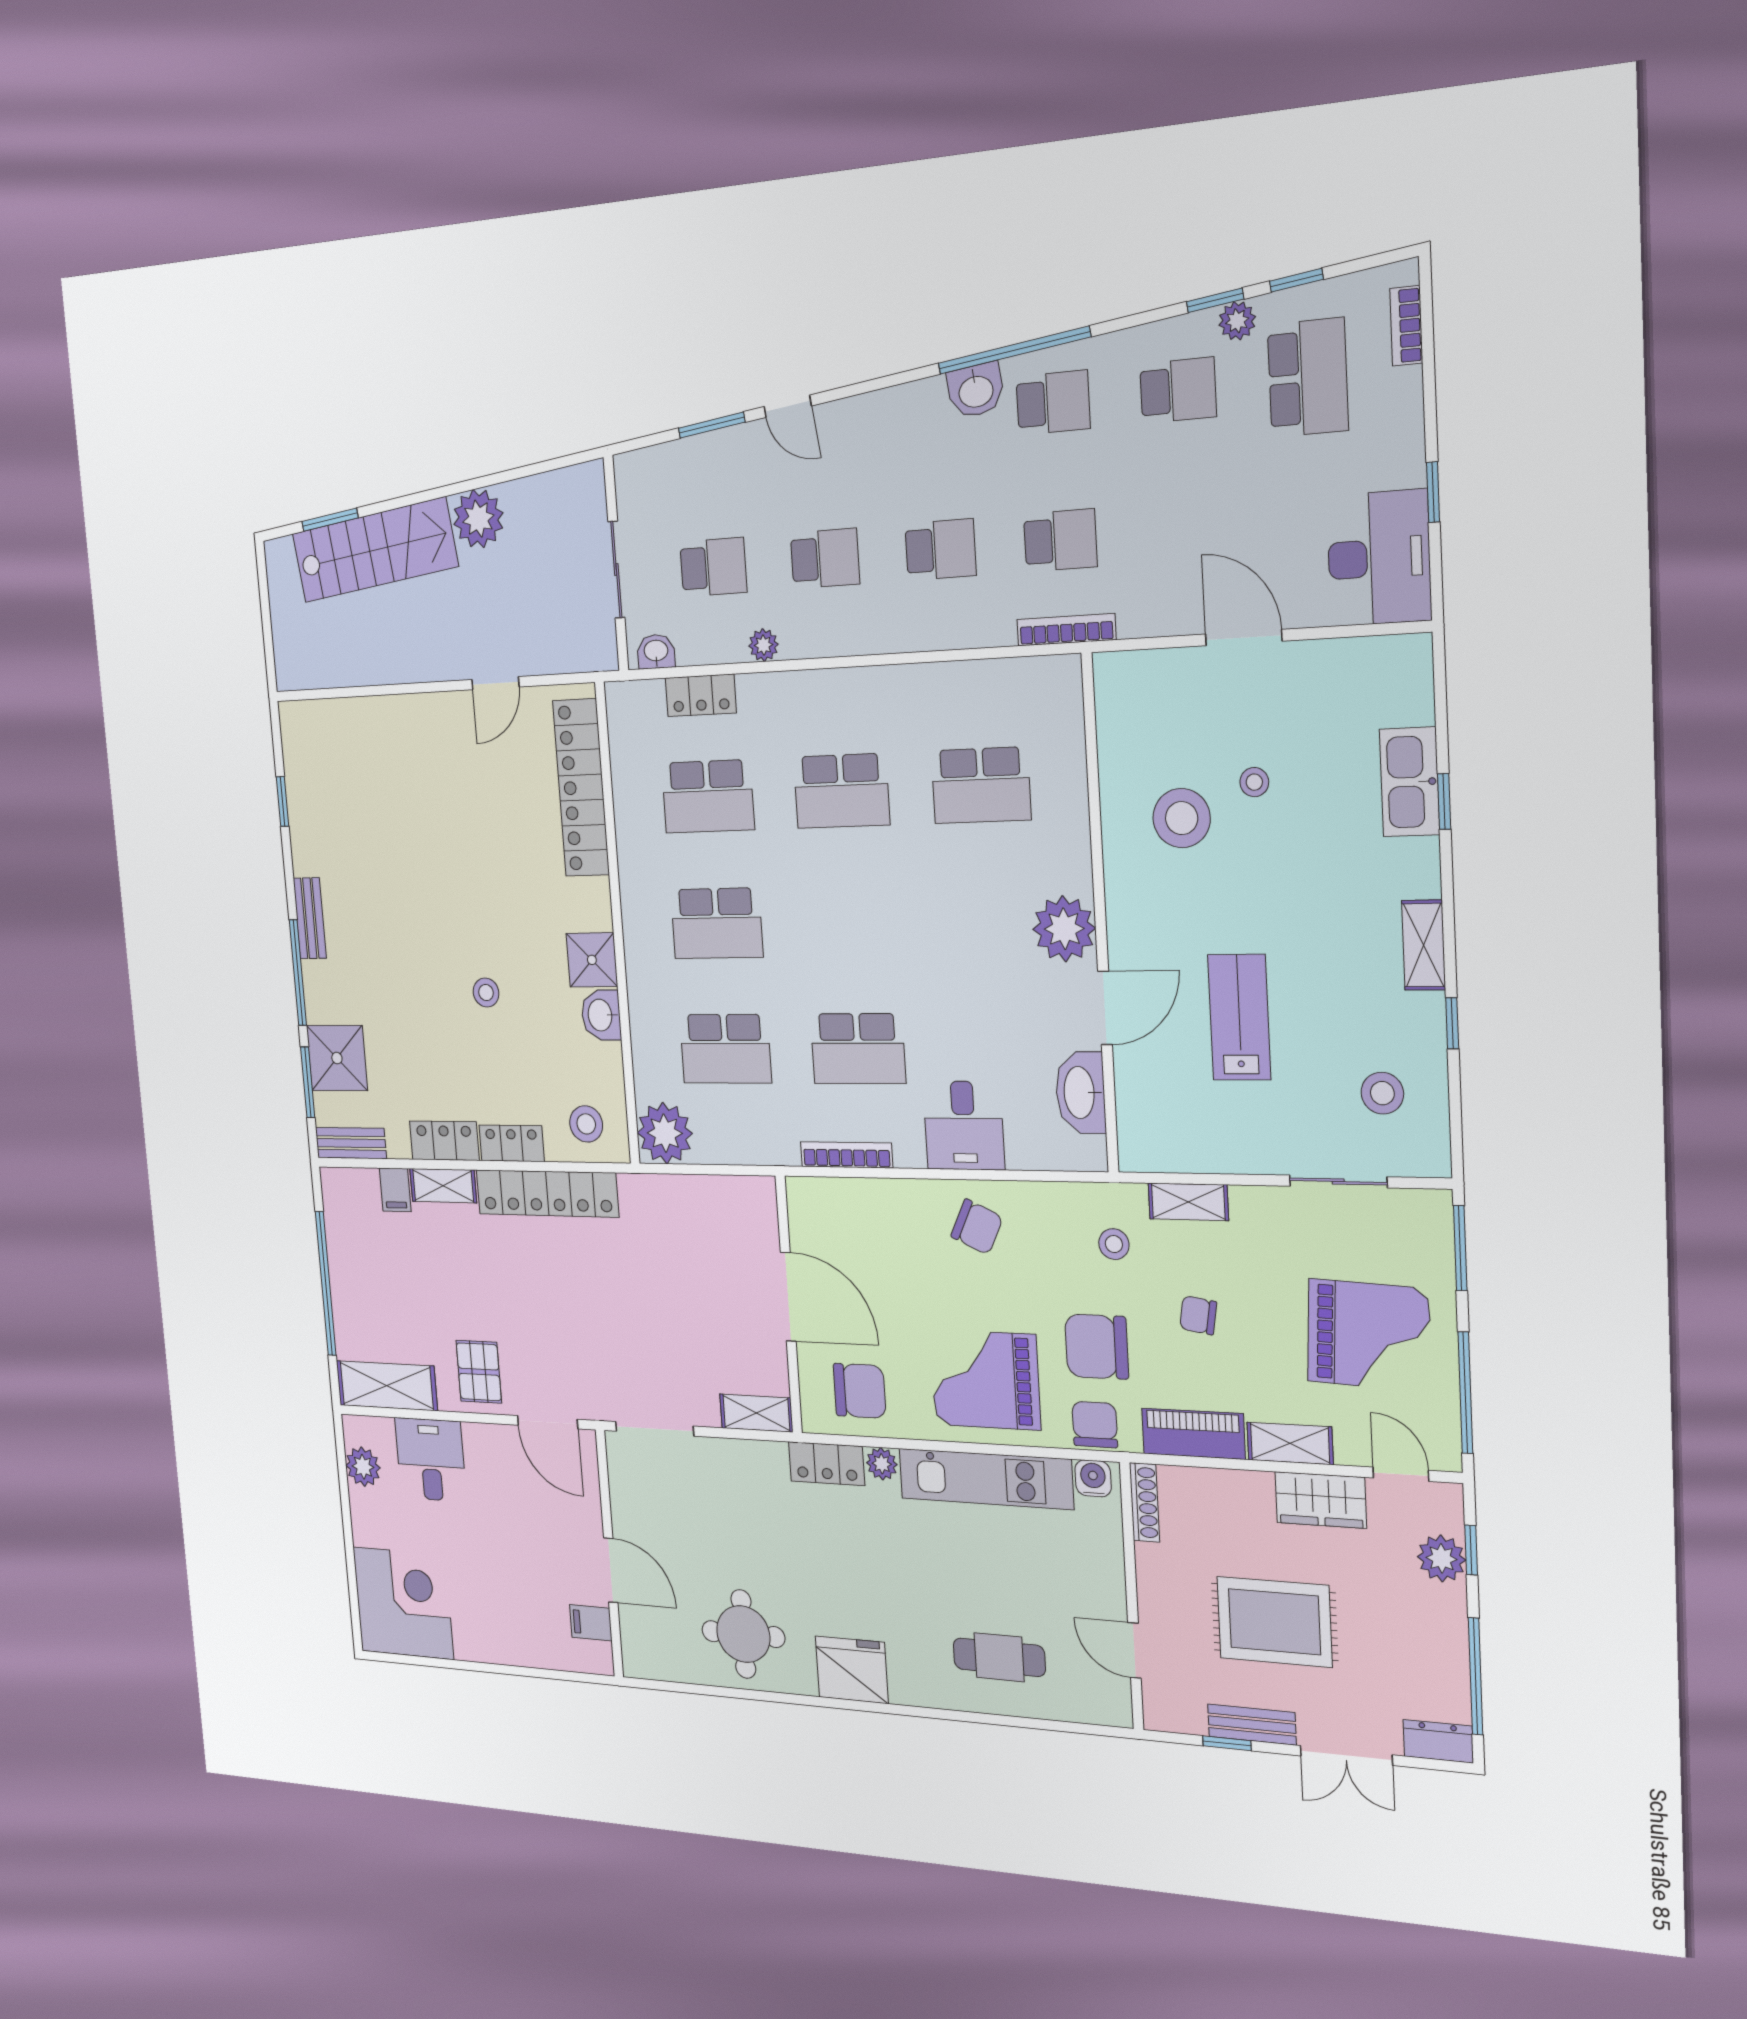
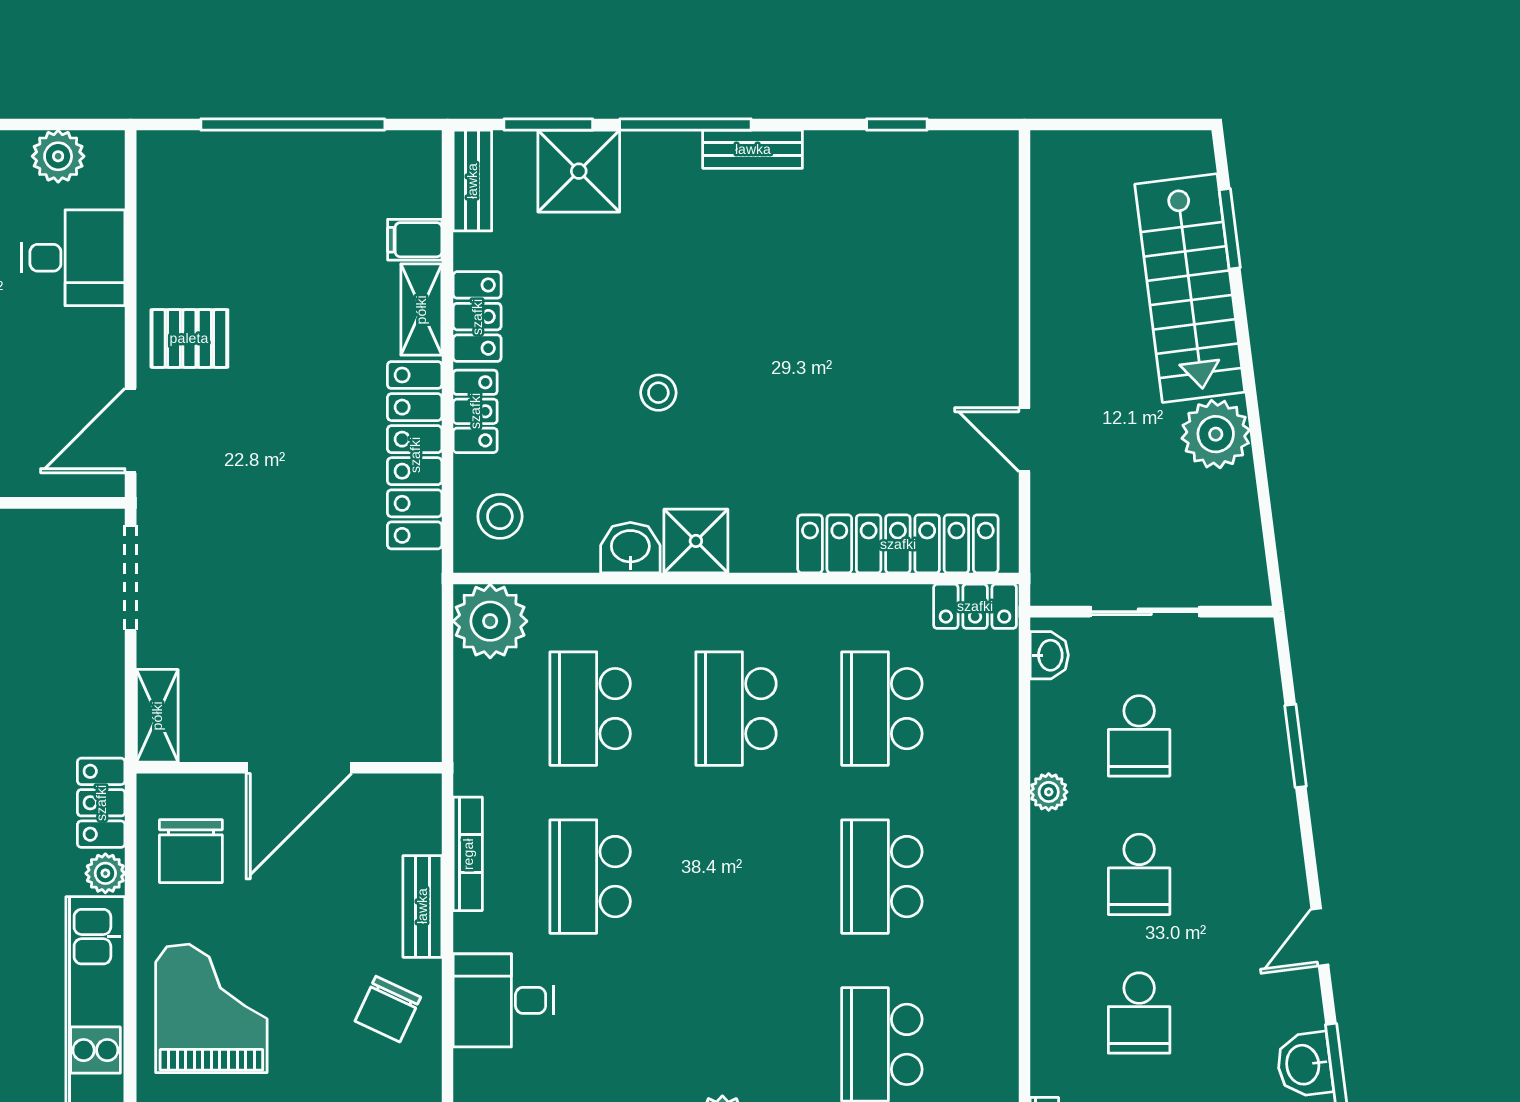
door: (788, 406) -> (1320, 937), moved
locker: (701, 695) -> (975, 606), moved, turned -90
bench: (891, 1195) -> (422, 906), added
shelving: (387, 1386) -> (165, 202), removed

